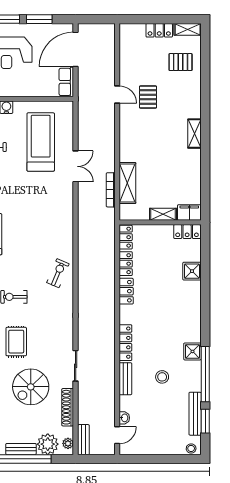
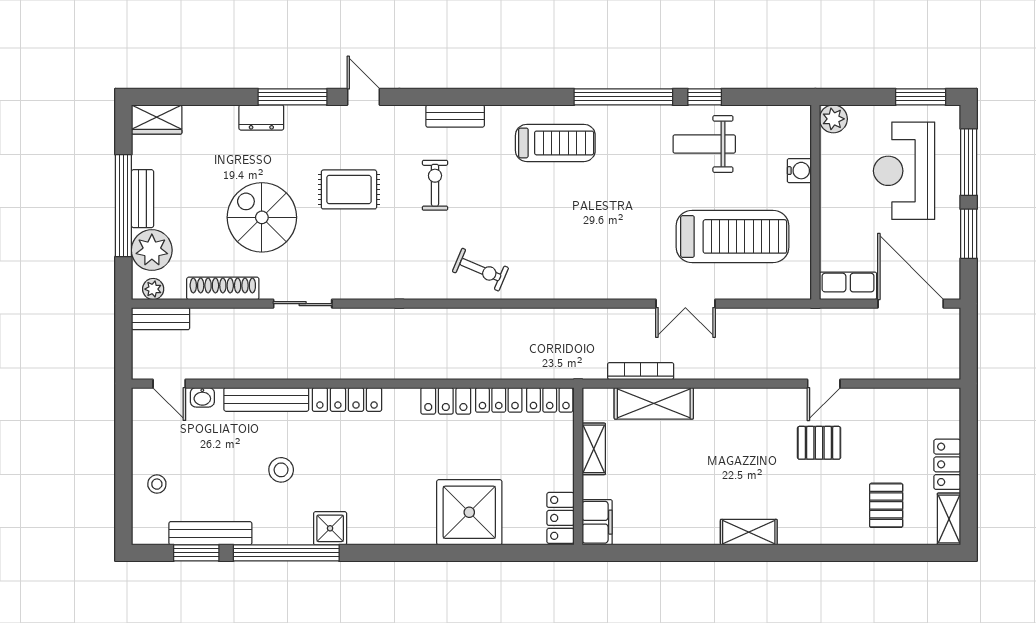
shelving: (163, 214) -> (594, 449), moved
shower: (192, 271) -> (469, 512), width x1.86, depth x1.86
bench: (125, 379) -> (266, 399), width x1.36
stool: (191, 448) -> (157, 484), moved

